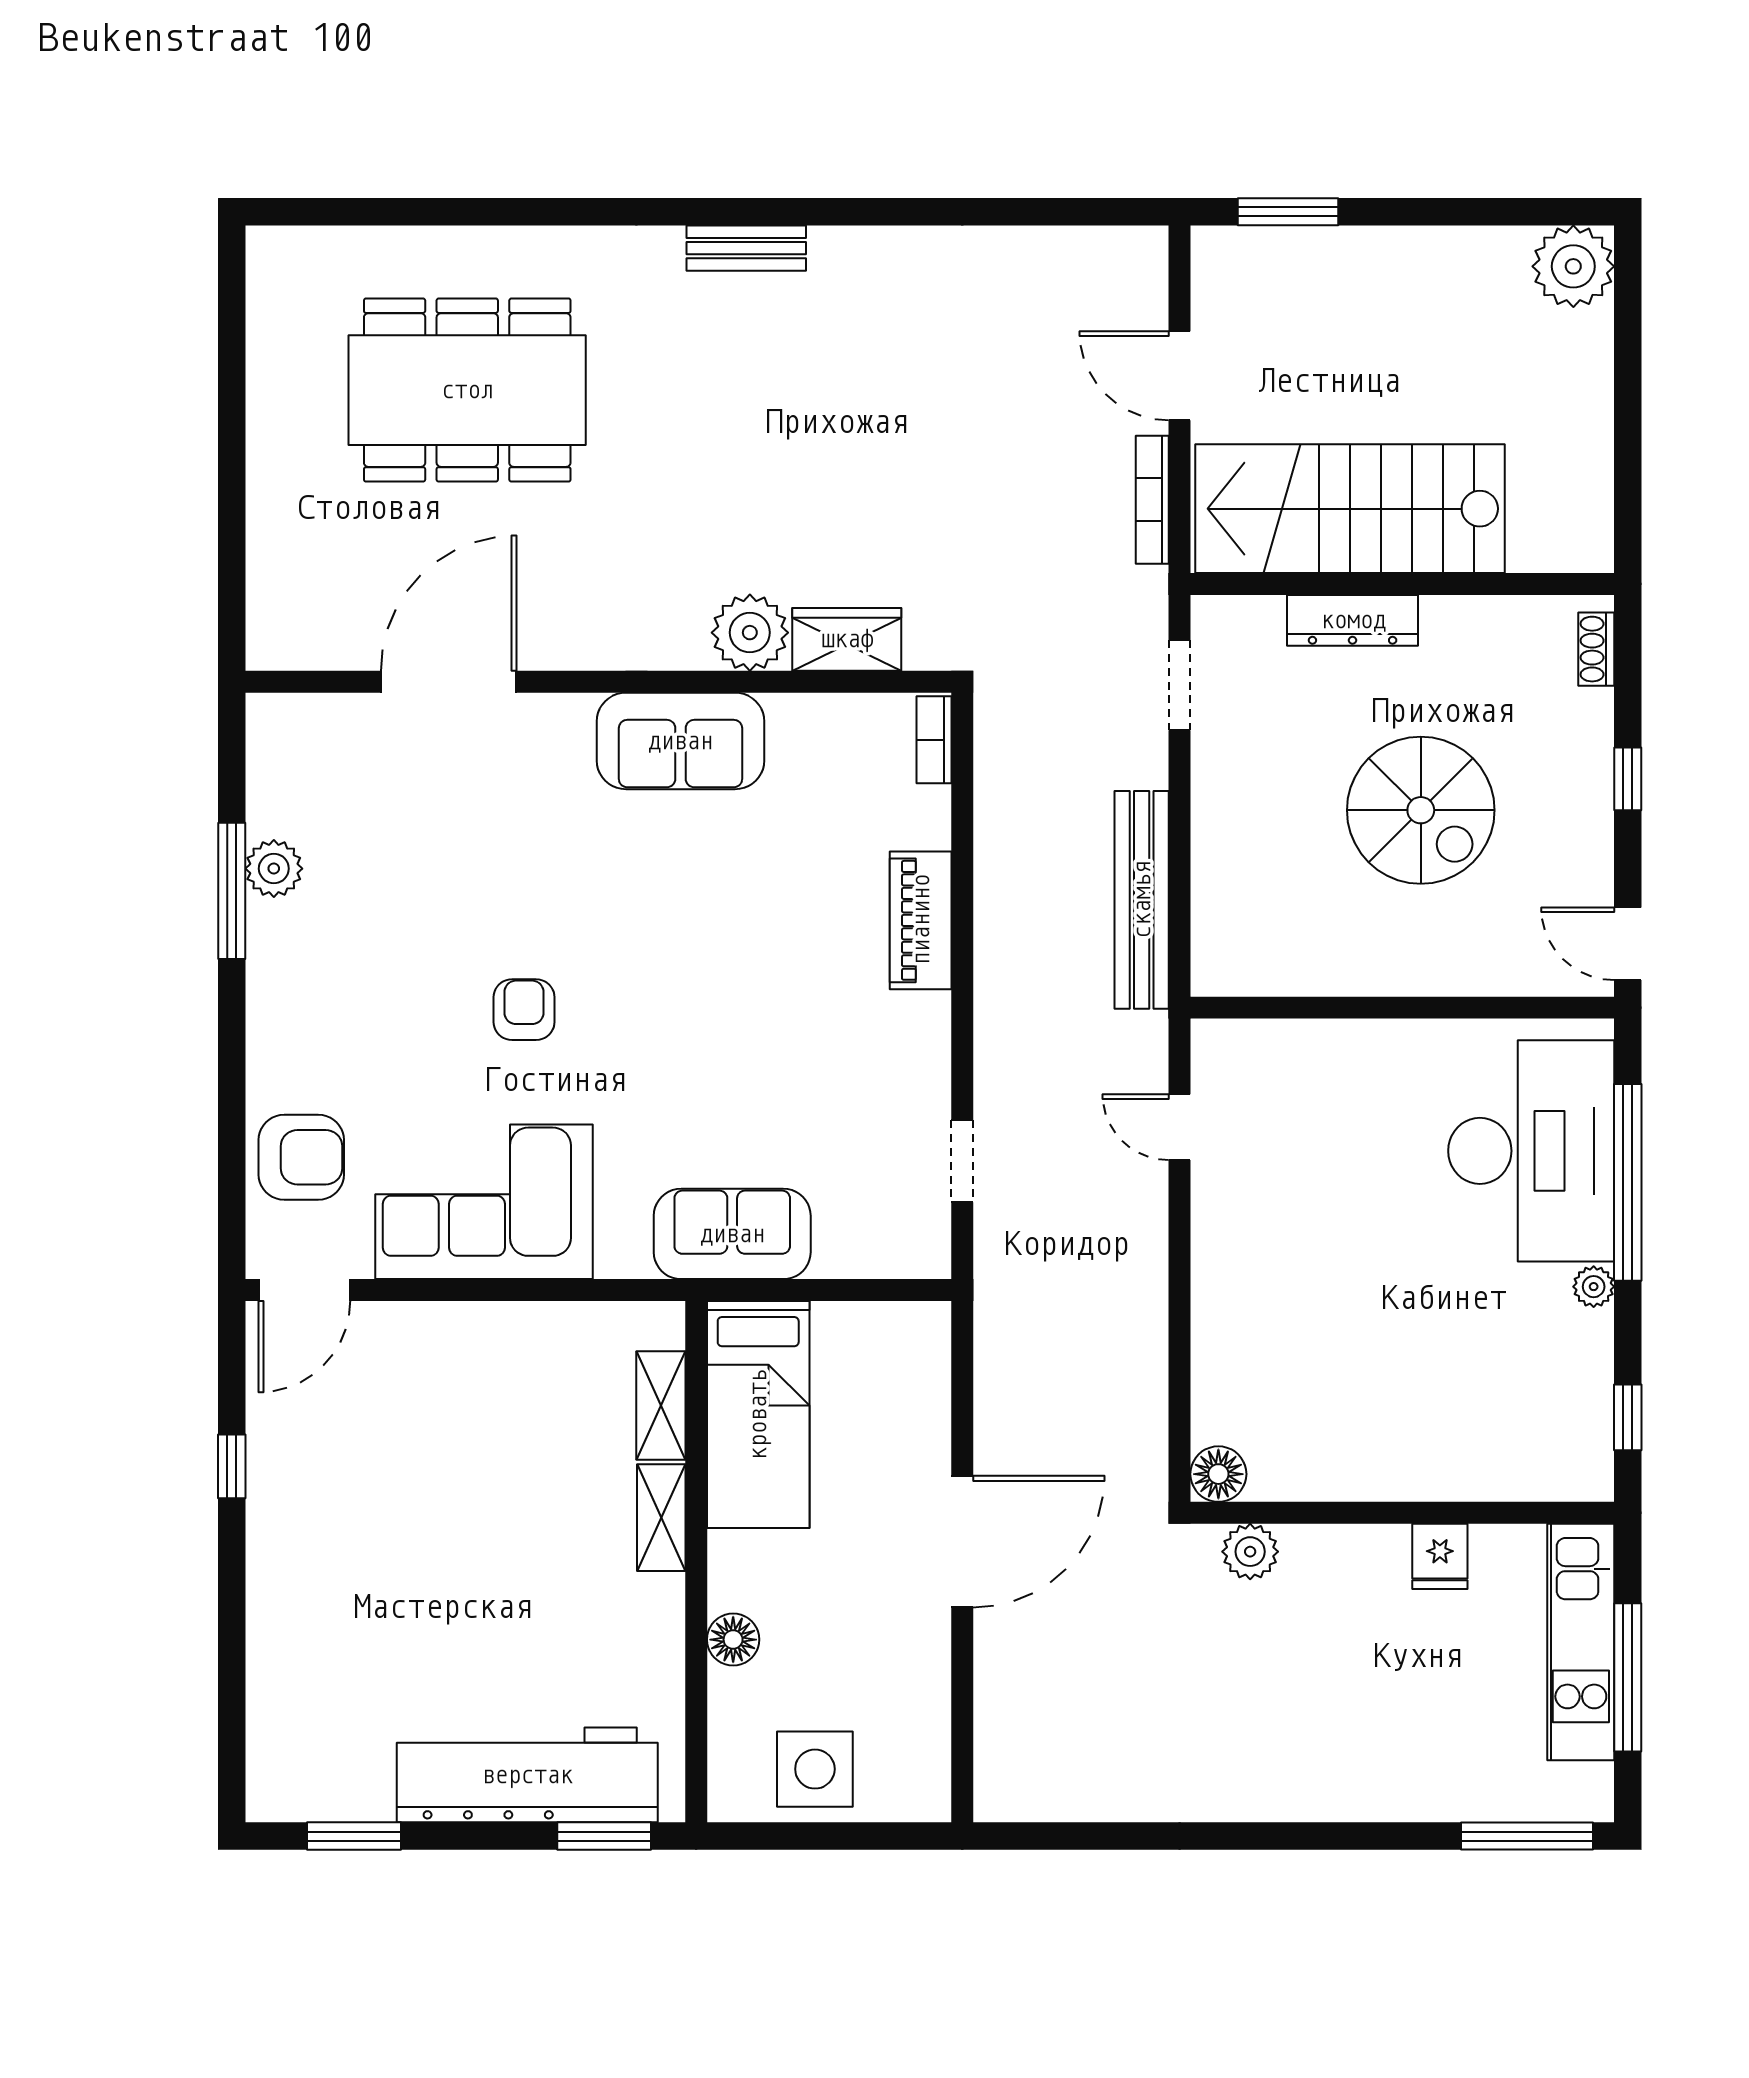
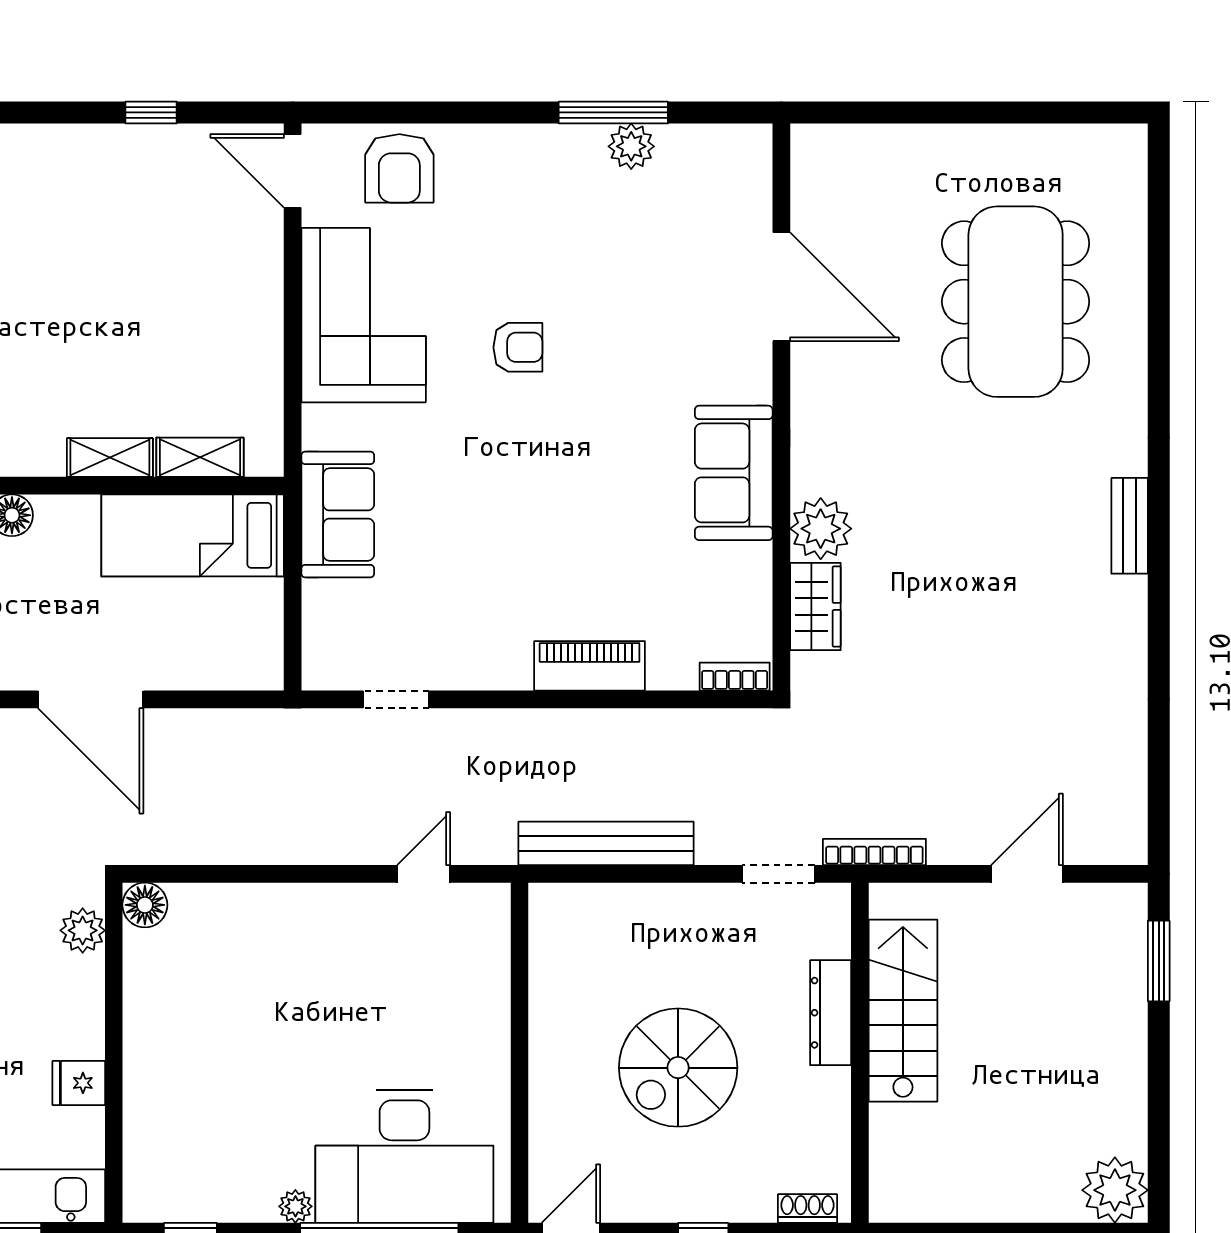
bookcase: (1152, 500) -> (874, 852), moved
stairs: (1350, 509) -> (903, 1011), width x0.73, depth x0.66

